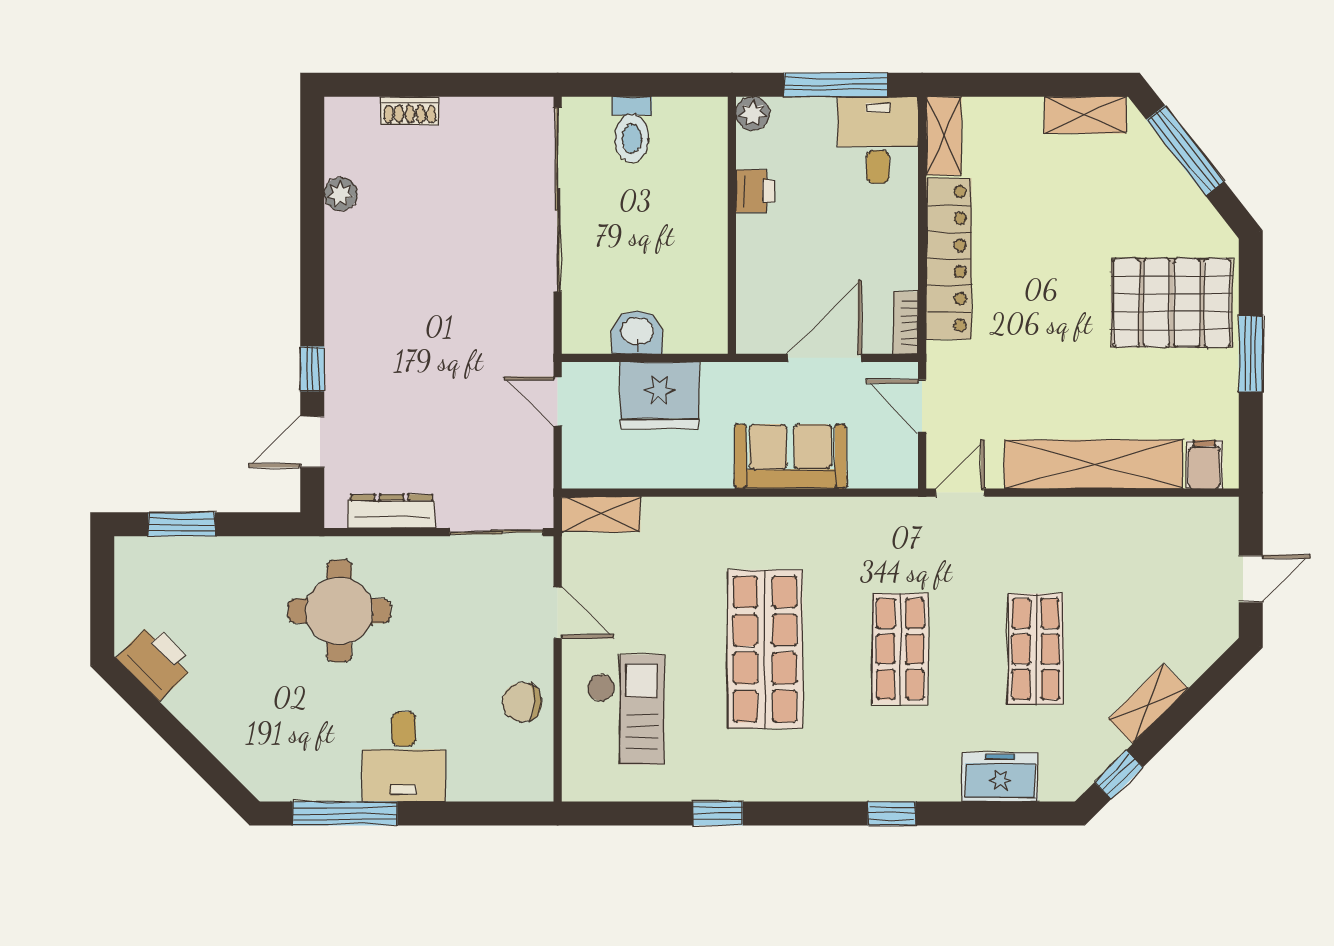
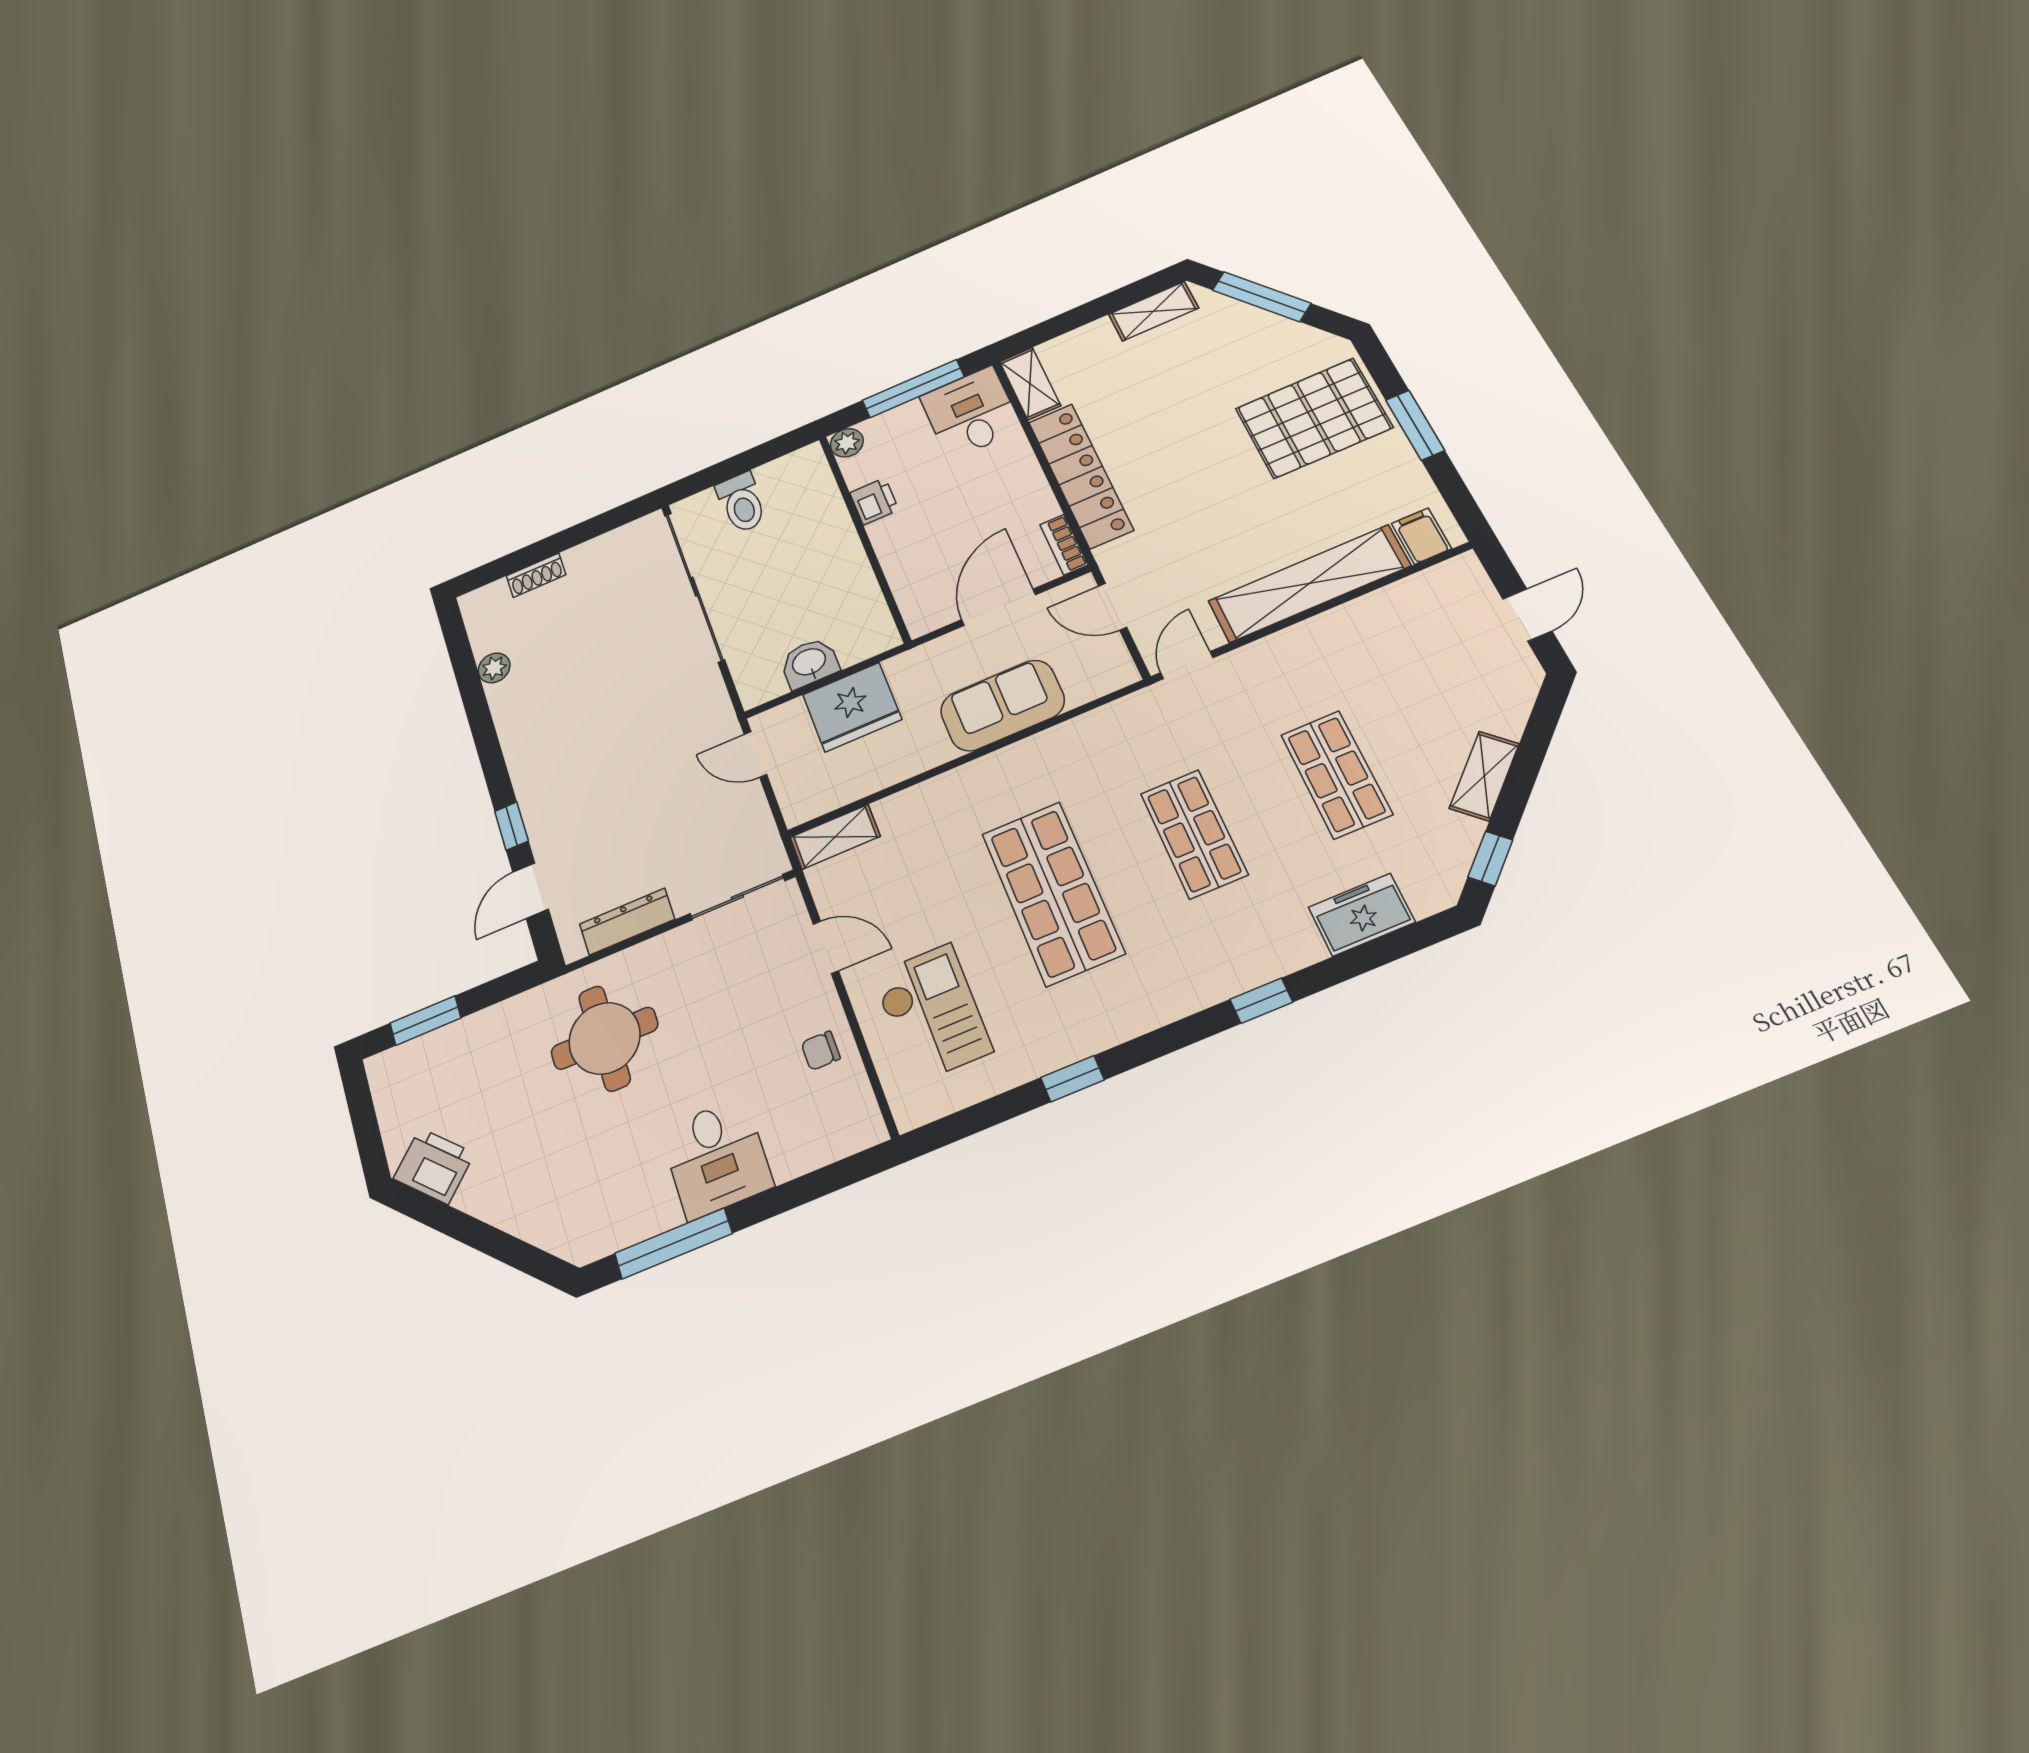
chair: (522, 702) -> (821, 1051), width x0.73, depth x0.73

